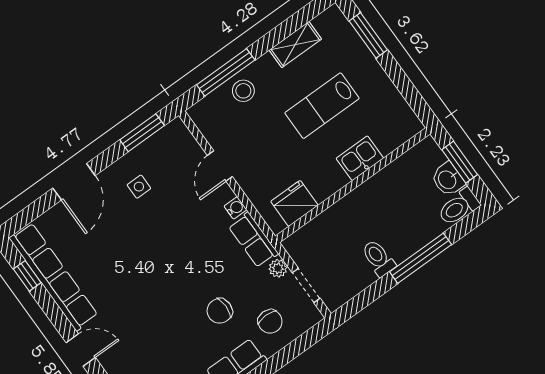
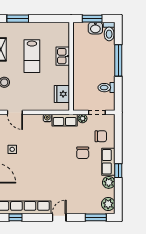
door: (220, 166) -> (15, 112), moved
toilet: (378, 258) -> (106, 88), moved

